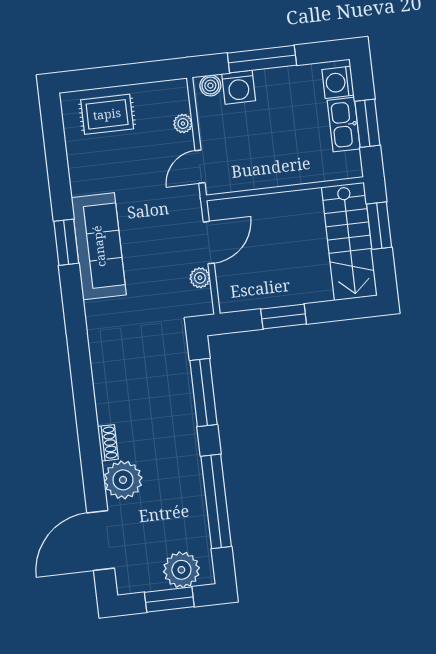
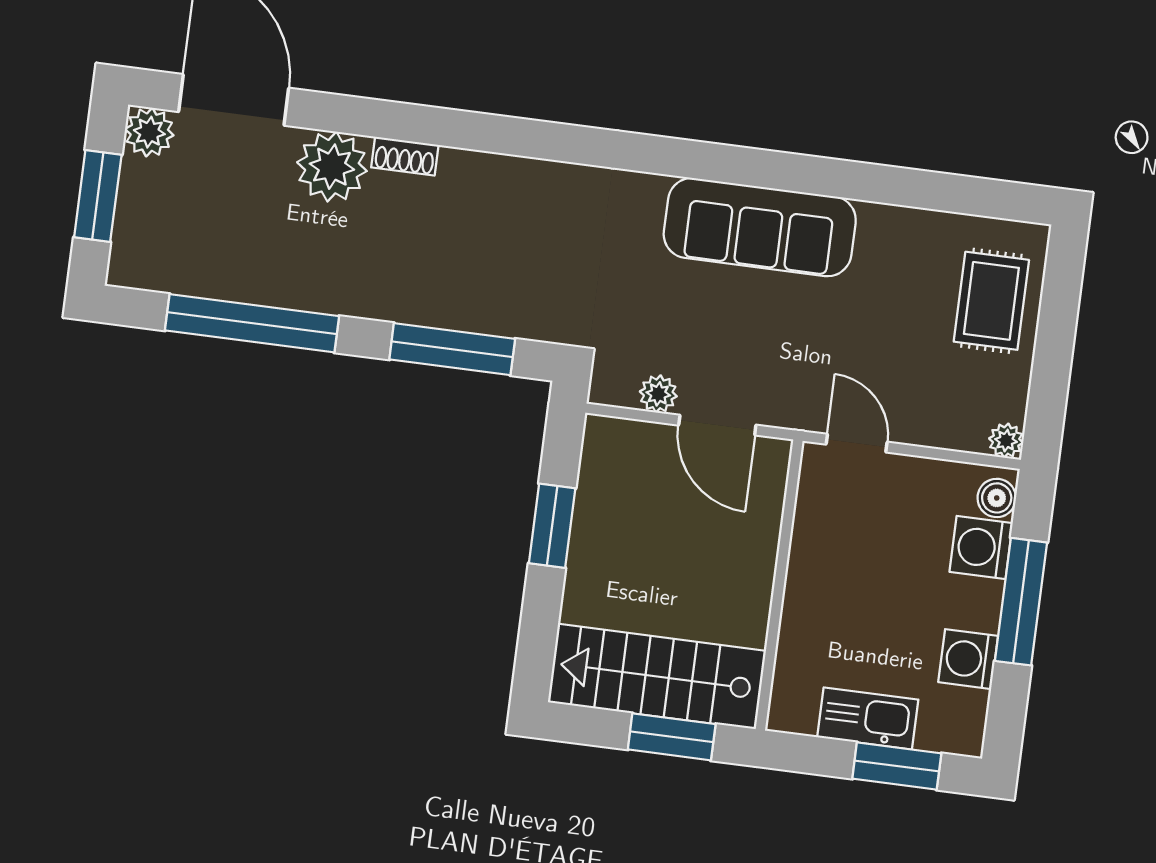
washing machine: (338, 82) -> (968, 659), moved, turned -90
plant: (183, 123) -> (1006, 441), moved
window: (367, 123) -> (897, 766), moved
window: (66, 242) -> (781, 171), removed
plant: (181, 570) -> (149, 132), moved, width x0.73, depth x0.73

